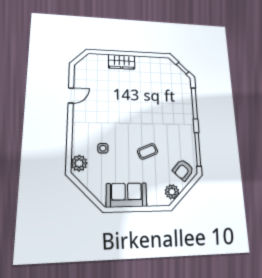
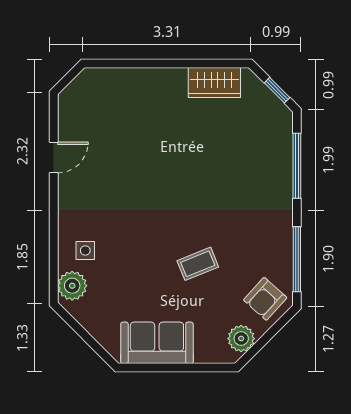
wardrobe: (122, 62) -> (214, 82), moved
side table: (103, 148) -> (85, 250), moved

